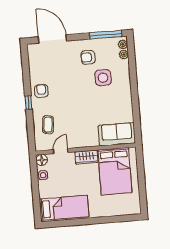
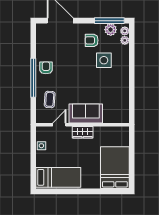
plant: (108, 44) -> (111, 30), added
window: (28, 103) -> (33, 78), width x3.17
sofa: (117, 134) -> (86, 113), moved
floor lamp: (42, 160) -> (41, 132), removed
bed: (115, 171) -> (115, 168), moved, turned 180

